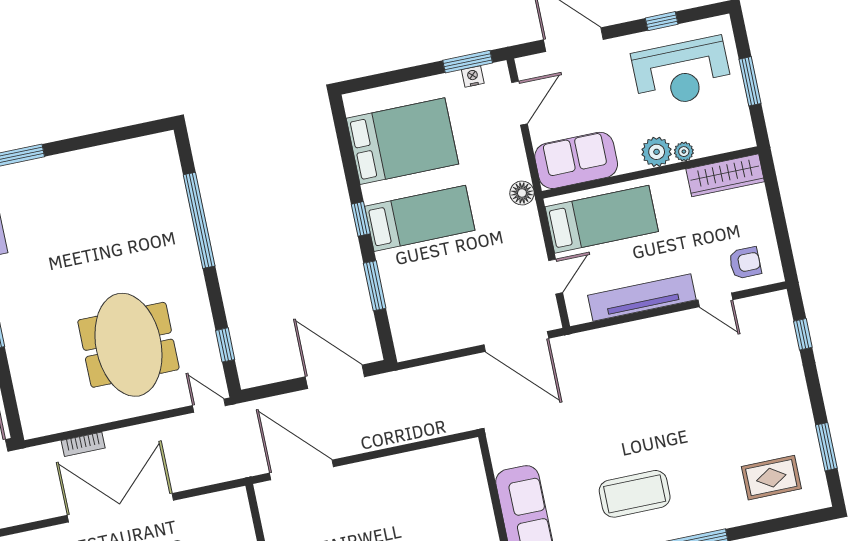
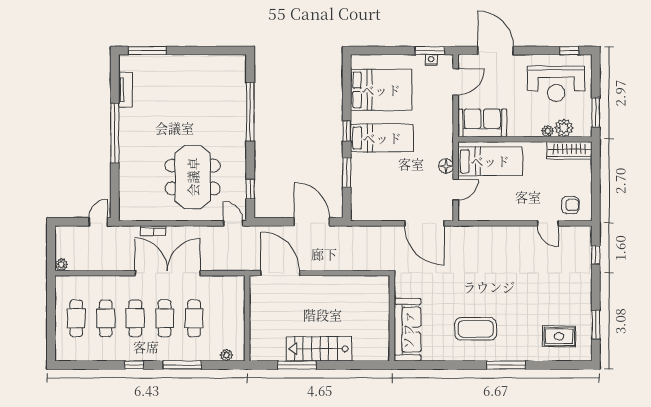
window: (662, 21) -> (569, 51), moved
window: (750, 81) -> (596, 112), moved
plant: (657, 152) -> (564, 128), moved
floor lamp: (522, 193) -> (446, 166), moved
tv unit: (642, 298) -> (504, 213), removed

